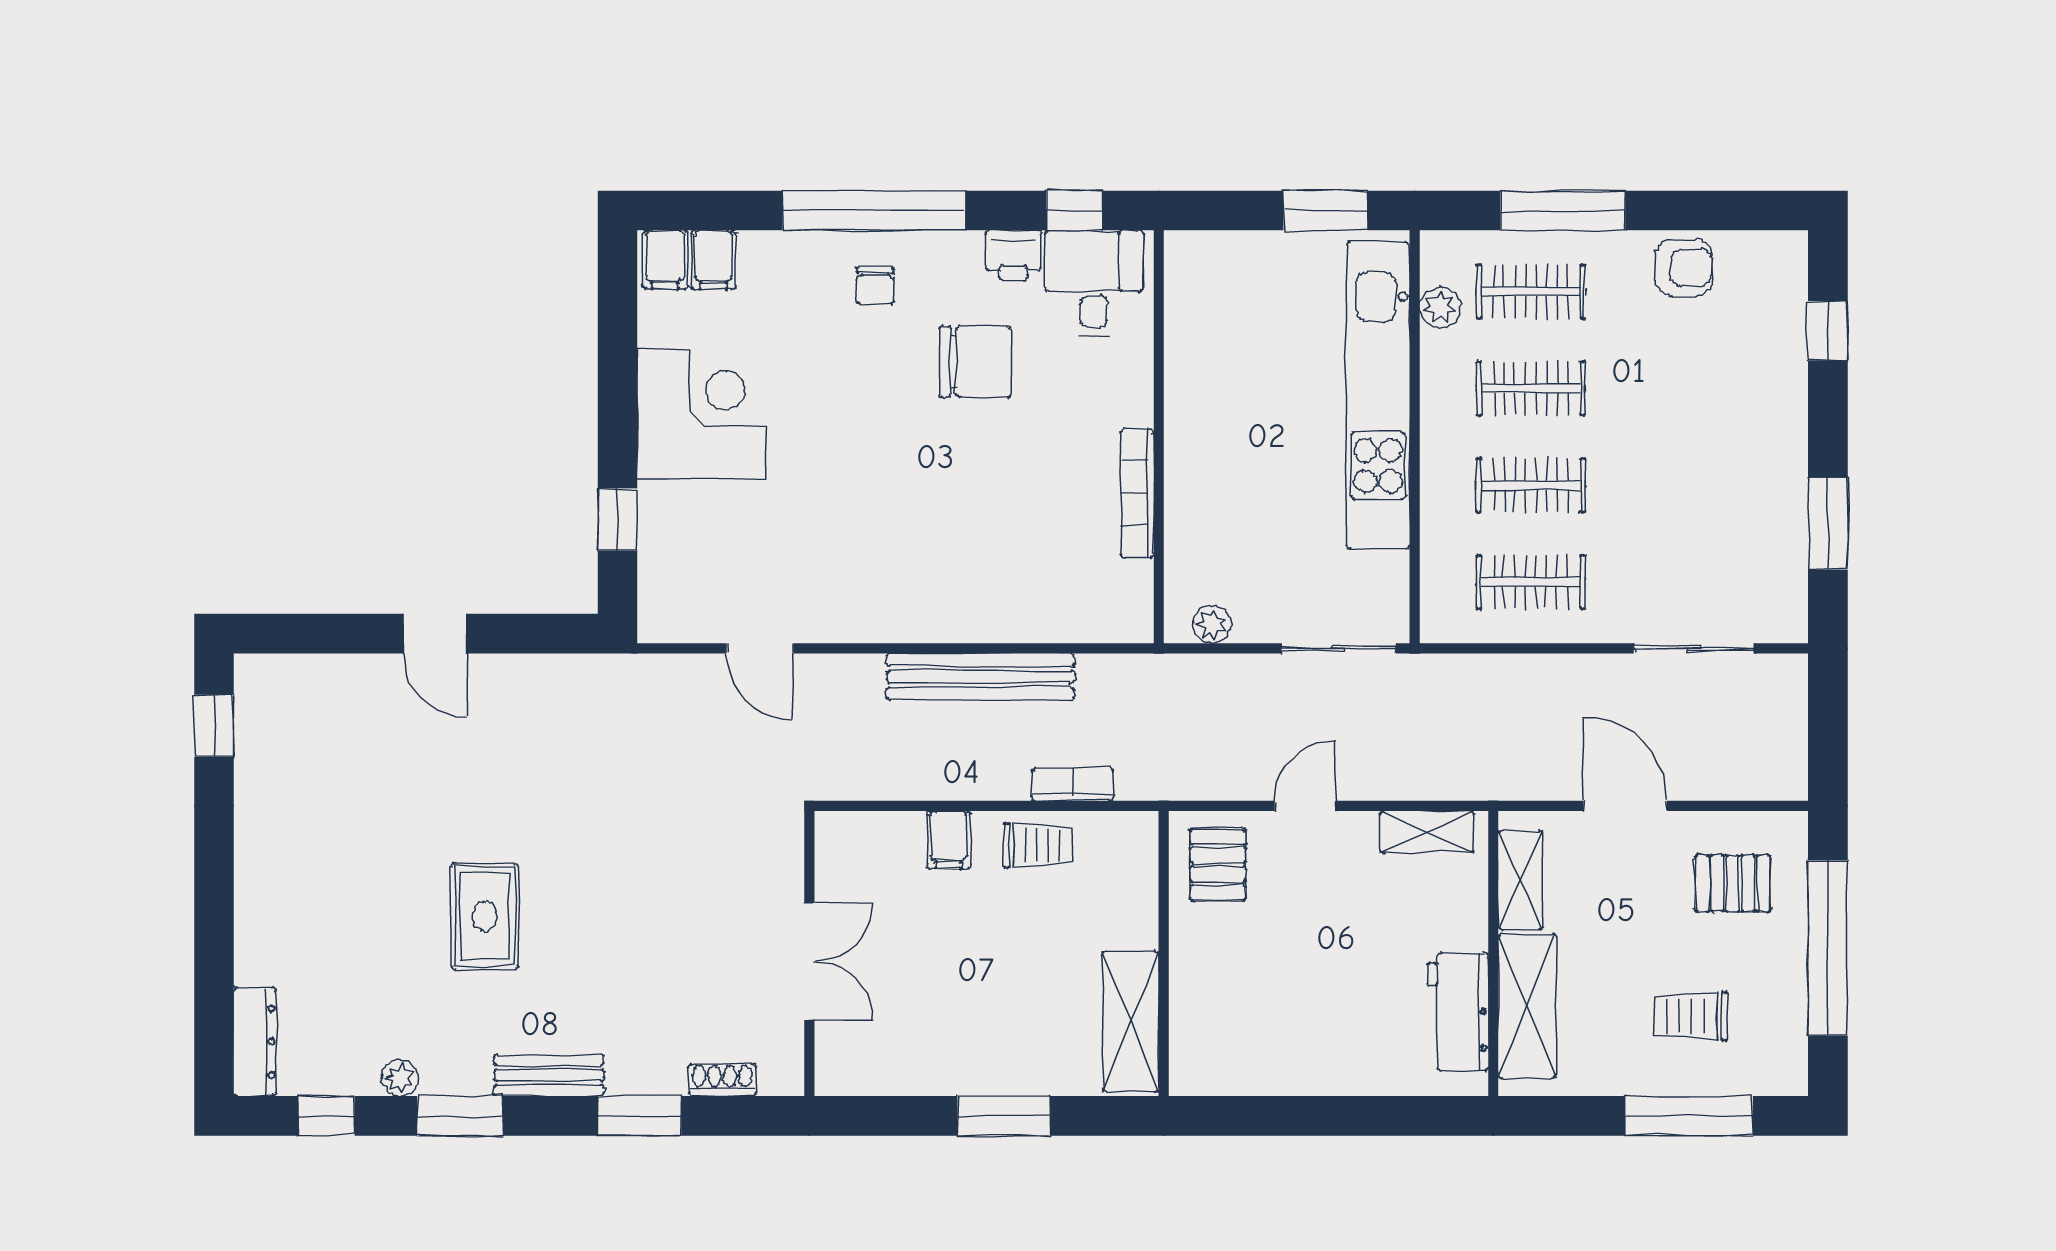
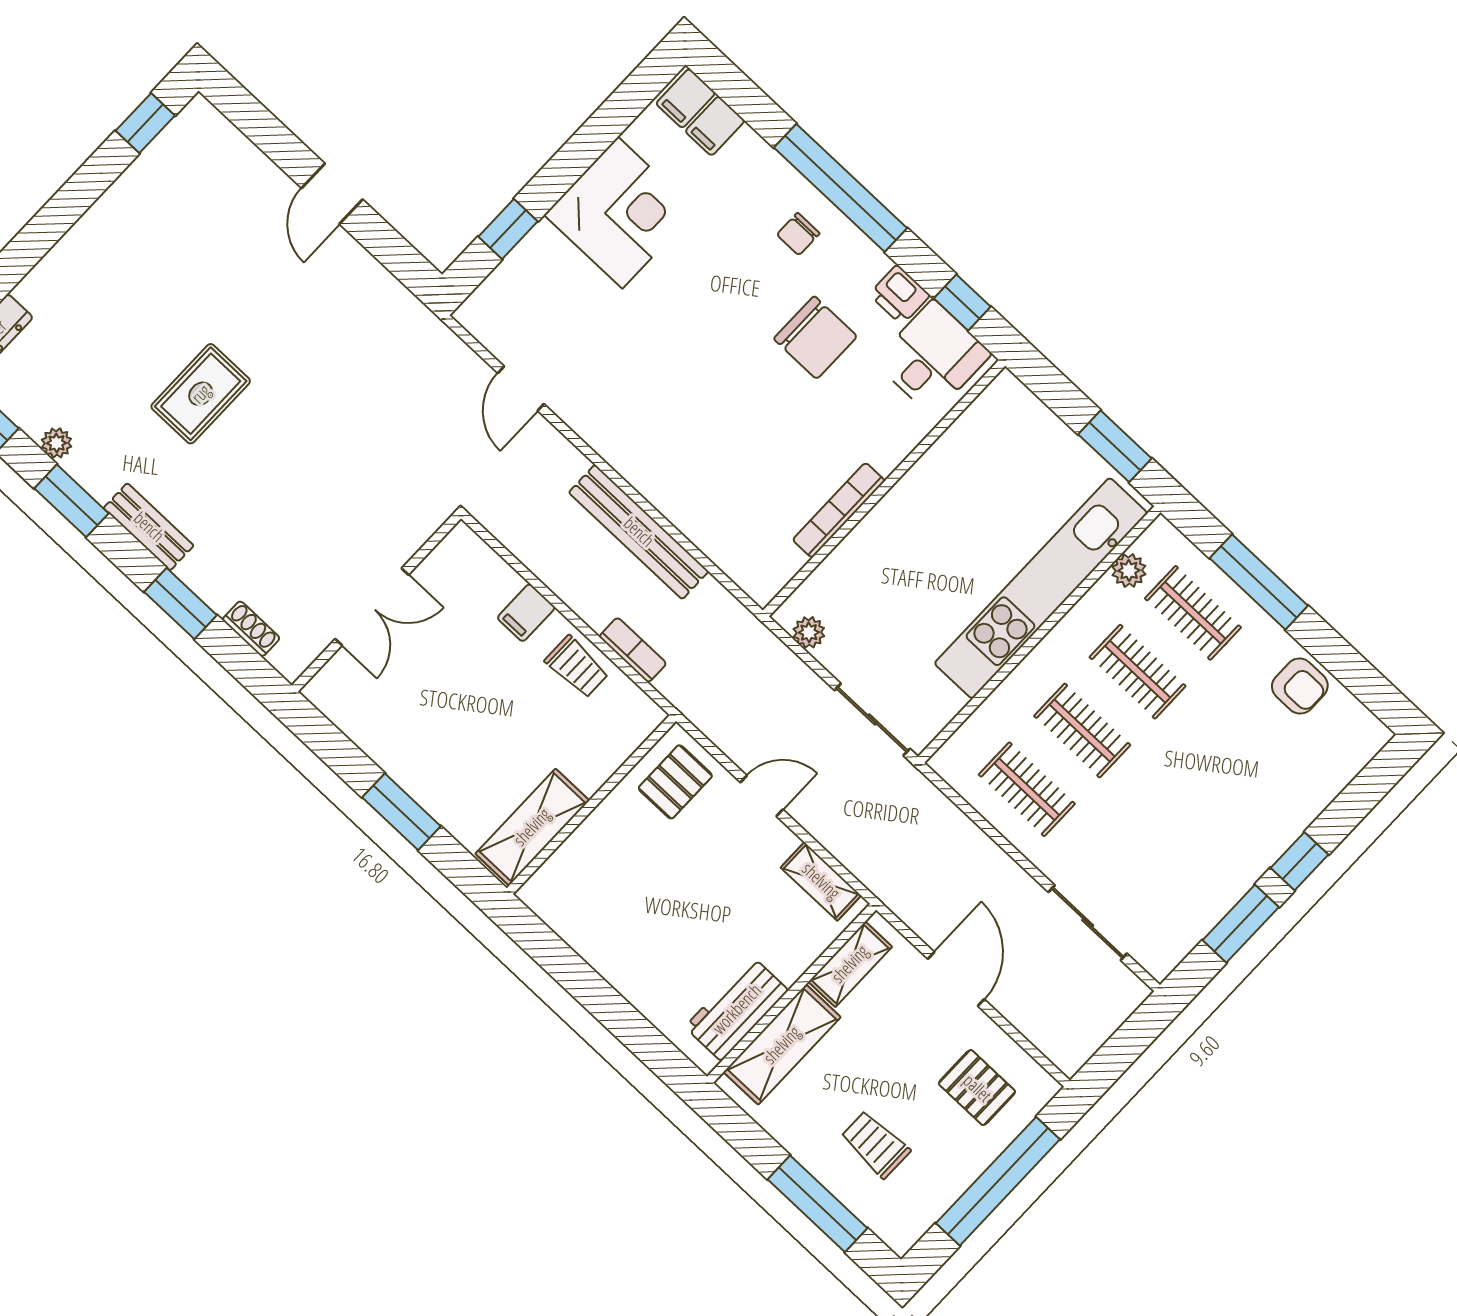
window: (1828, 331) -> (1300, 861), moved

